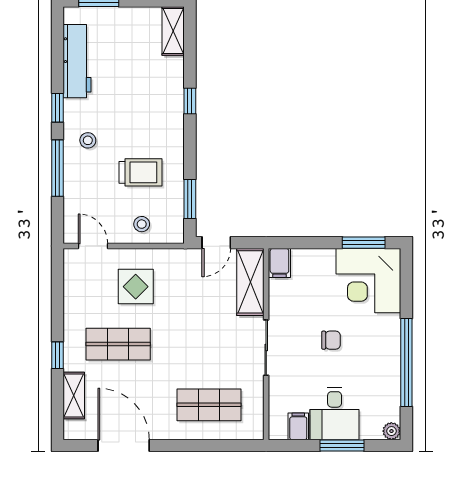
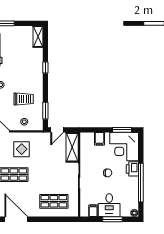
filing cabinet: (279, 263) -> (100, 139), moved
printer: (387, 331) -> (132, 169), added

